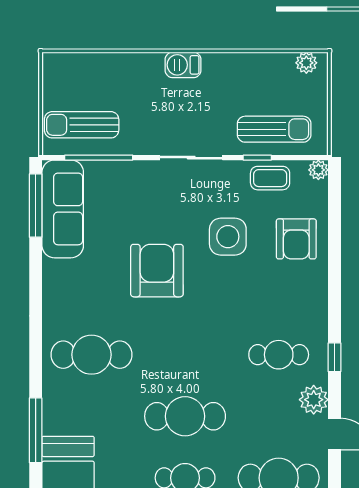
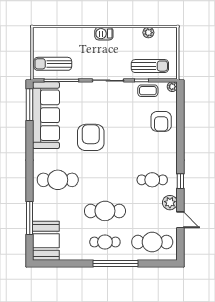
plant: (306, 63) -> (148, 33), moved
sofa: (63, 209) -> (46, 115), width x1.36, depth x1.27
side table: (228, 237) -> (127, 120), removed

